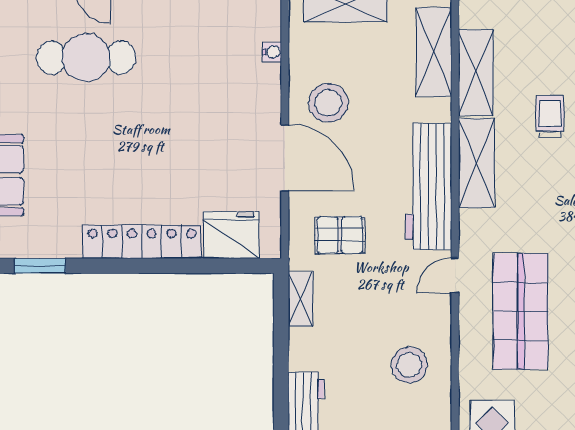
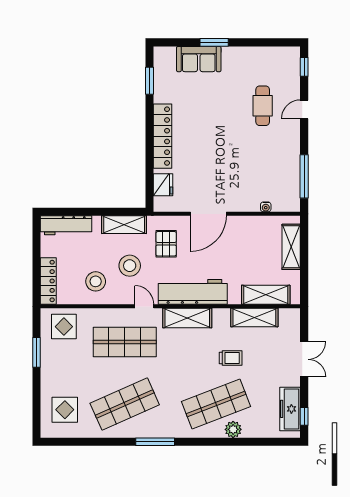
cafe table: (86, 58) -> (263, 106), width x0.73, depth x0.74
stool: (328, 103) -> (130, 266), moved
shelving: (477, 163) -> (187, 318), moved
fridge: (231, 235) -> (163, 185), width x0.73, depth x0.75
shelving: (301, 299) -> (124, 225), width x1.50, depth x1.33

